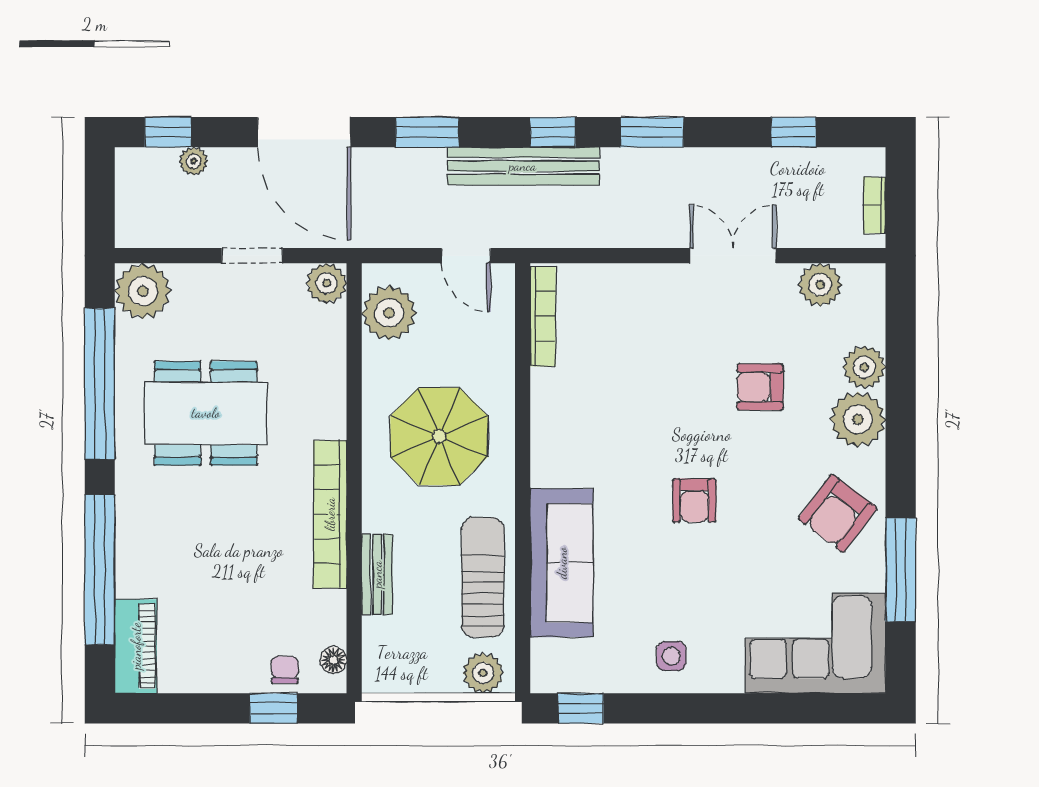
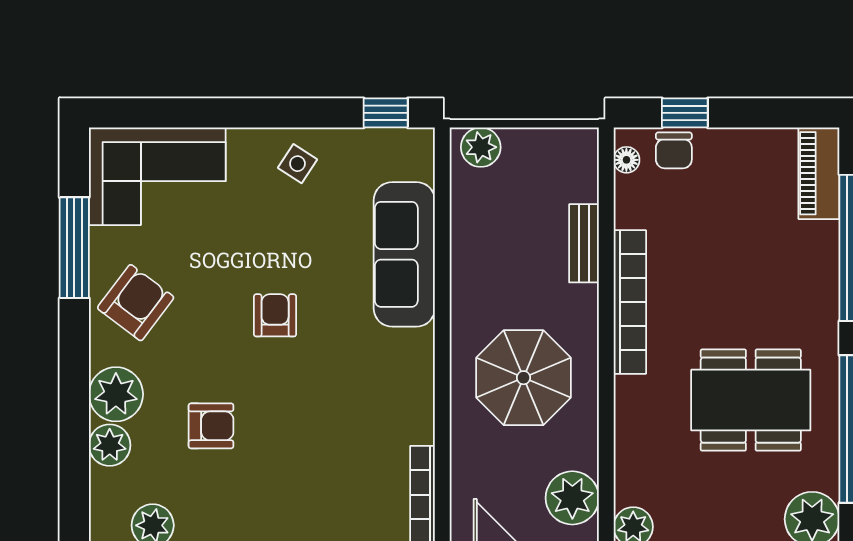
sun lounger: (483, 577) -> (481, 241), removed
side table: (671, 656) -> (297, 164), turned 33
chair: (285, 670) -> (674, 150), width x1.37, depth x1.37

